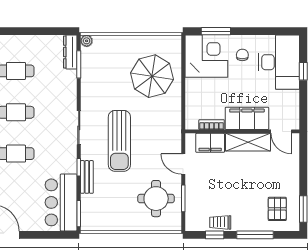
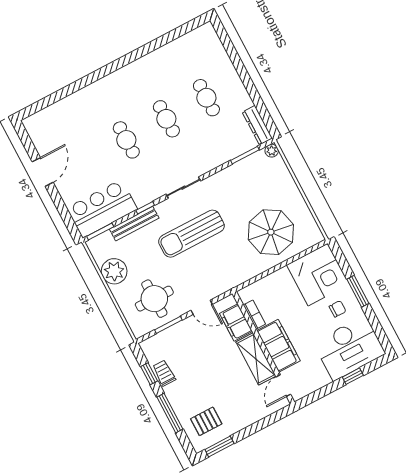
window: (216, 31) -> (358, 291), moved
dresser: (70, 52) -> (257, 125), moved, turned -90
door: (183, 164) -> (202, 307), swing flipped
bench: (87, 177) -> (134, 224), width x1.36
plant: (117, 219) -> (114, 271), added

